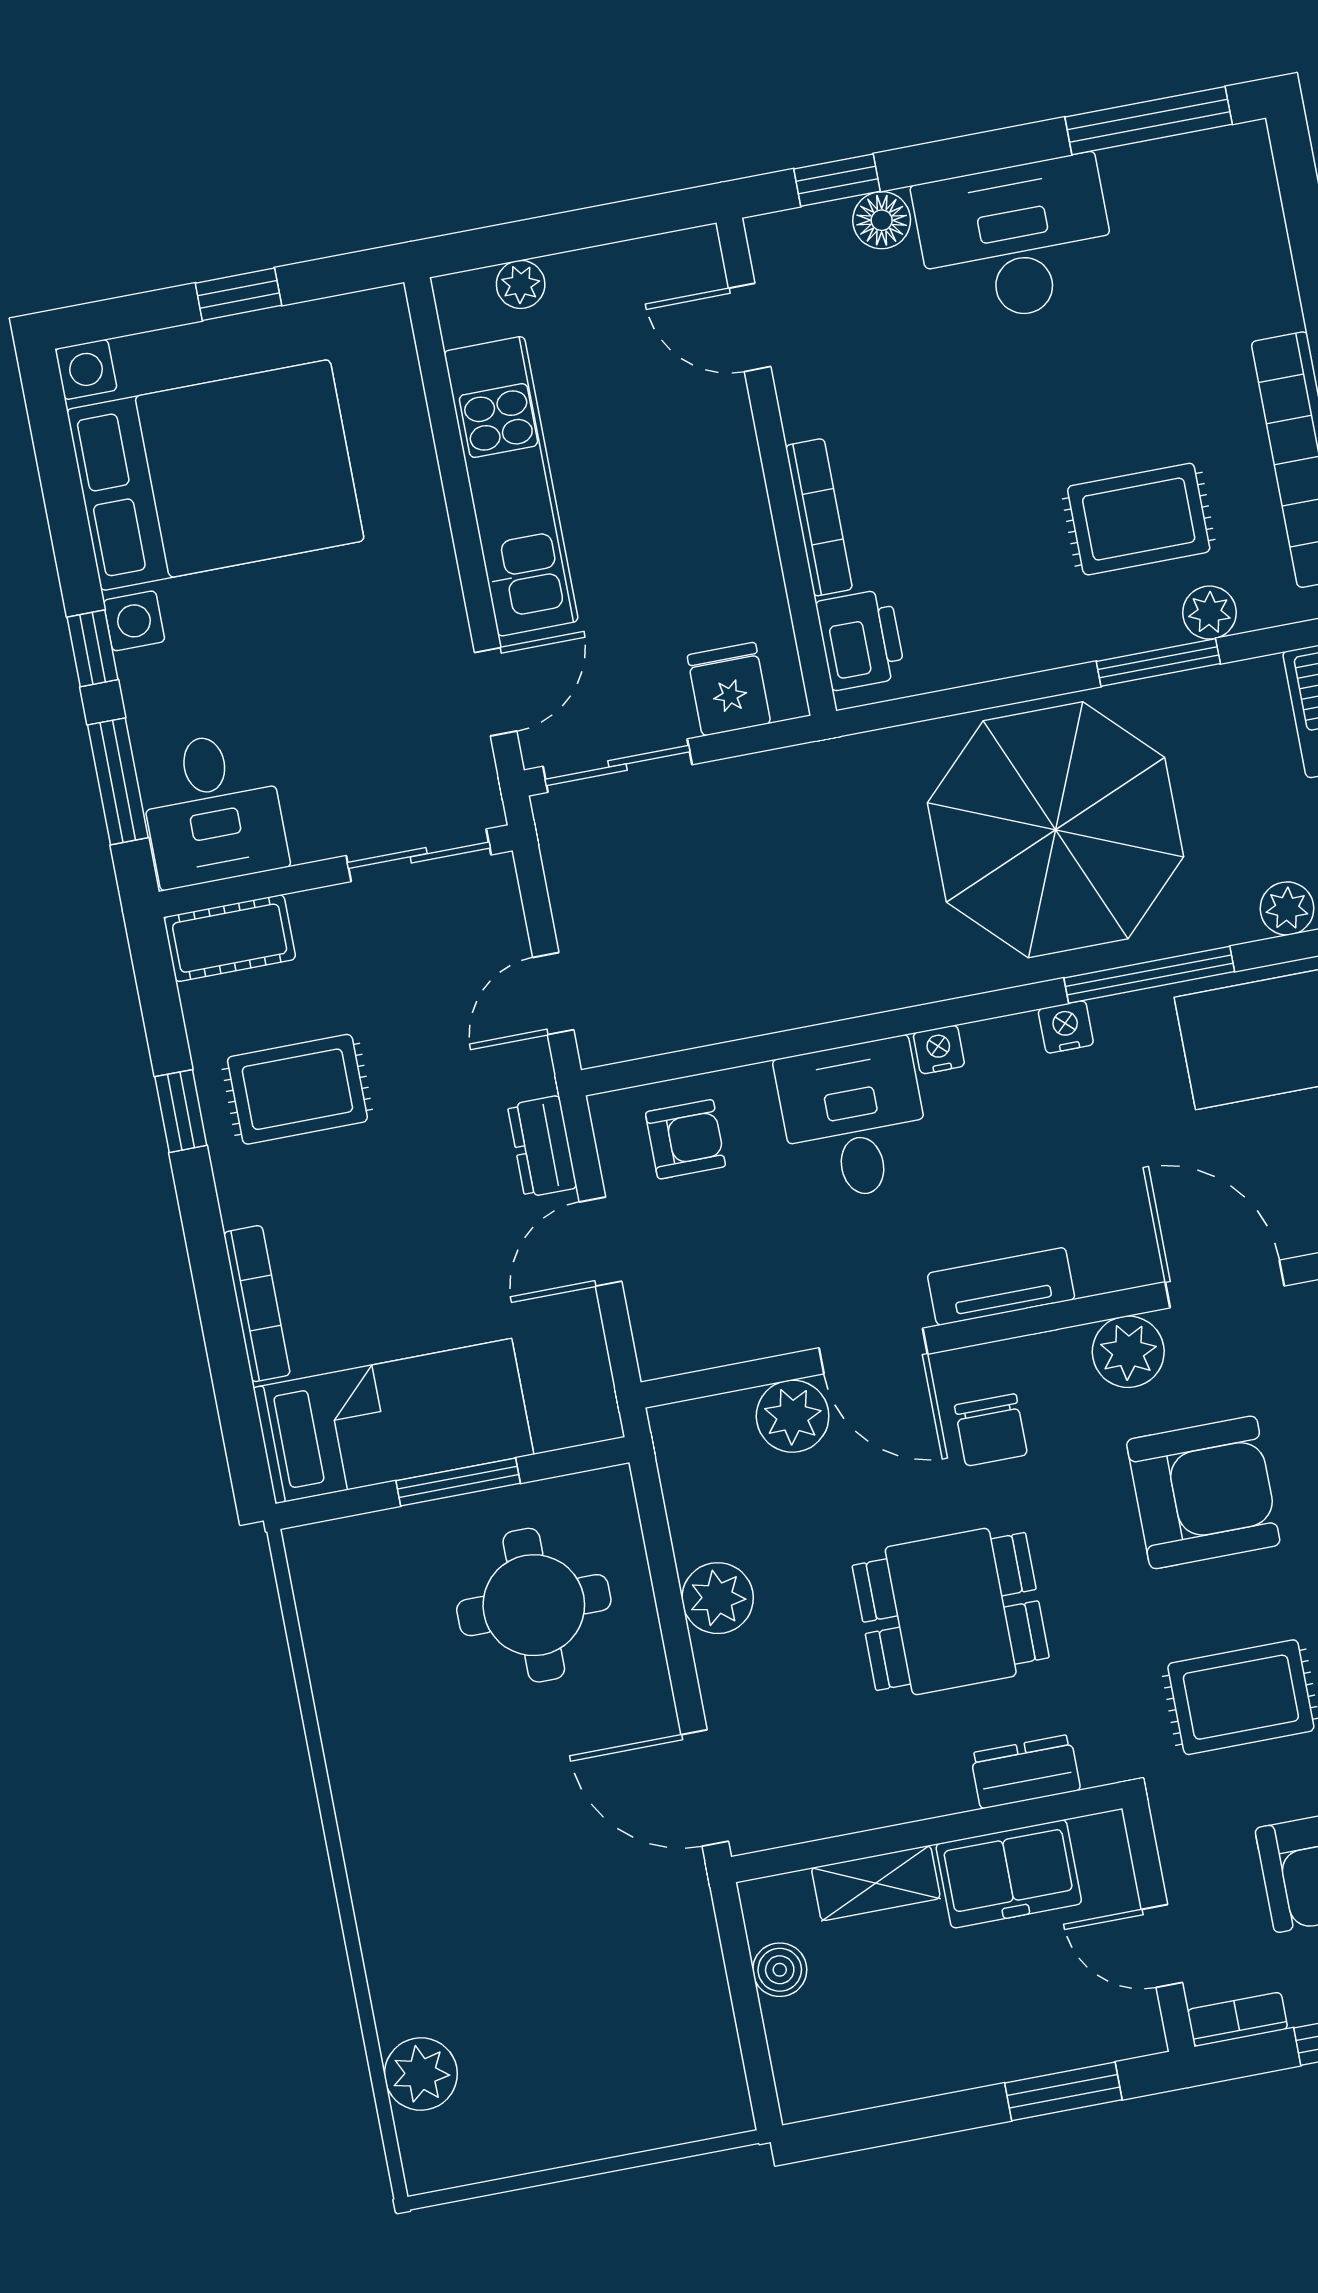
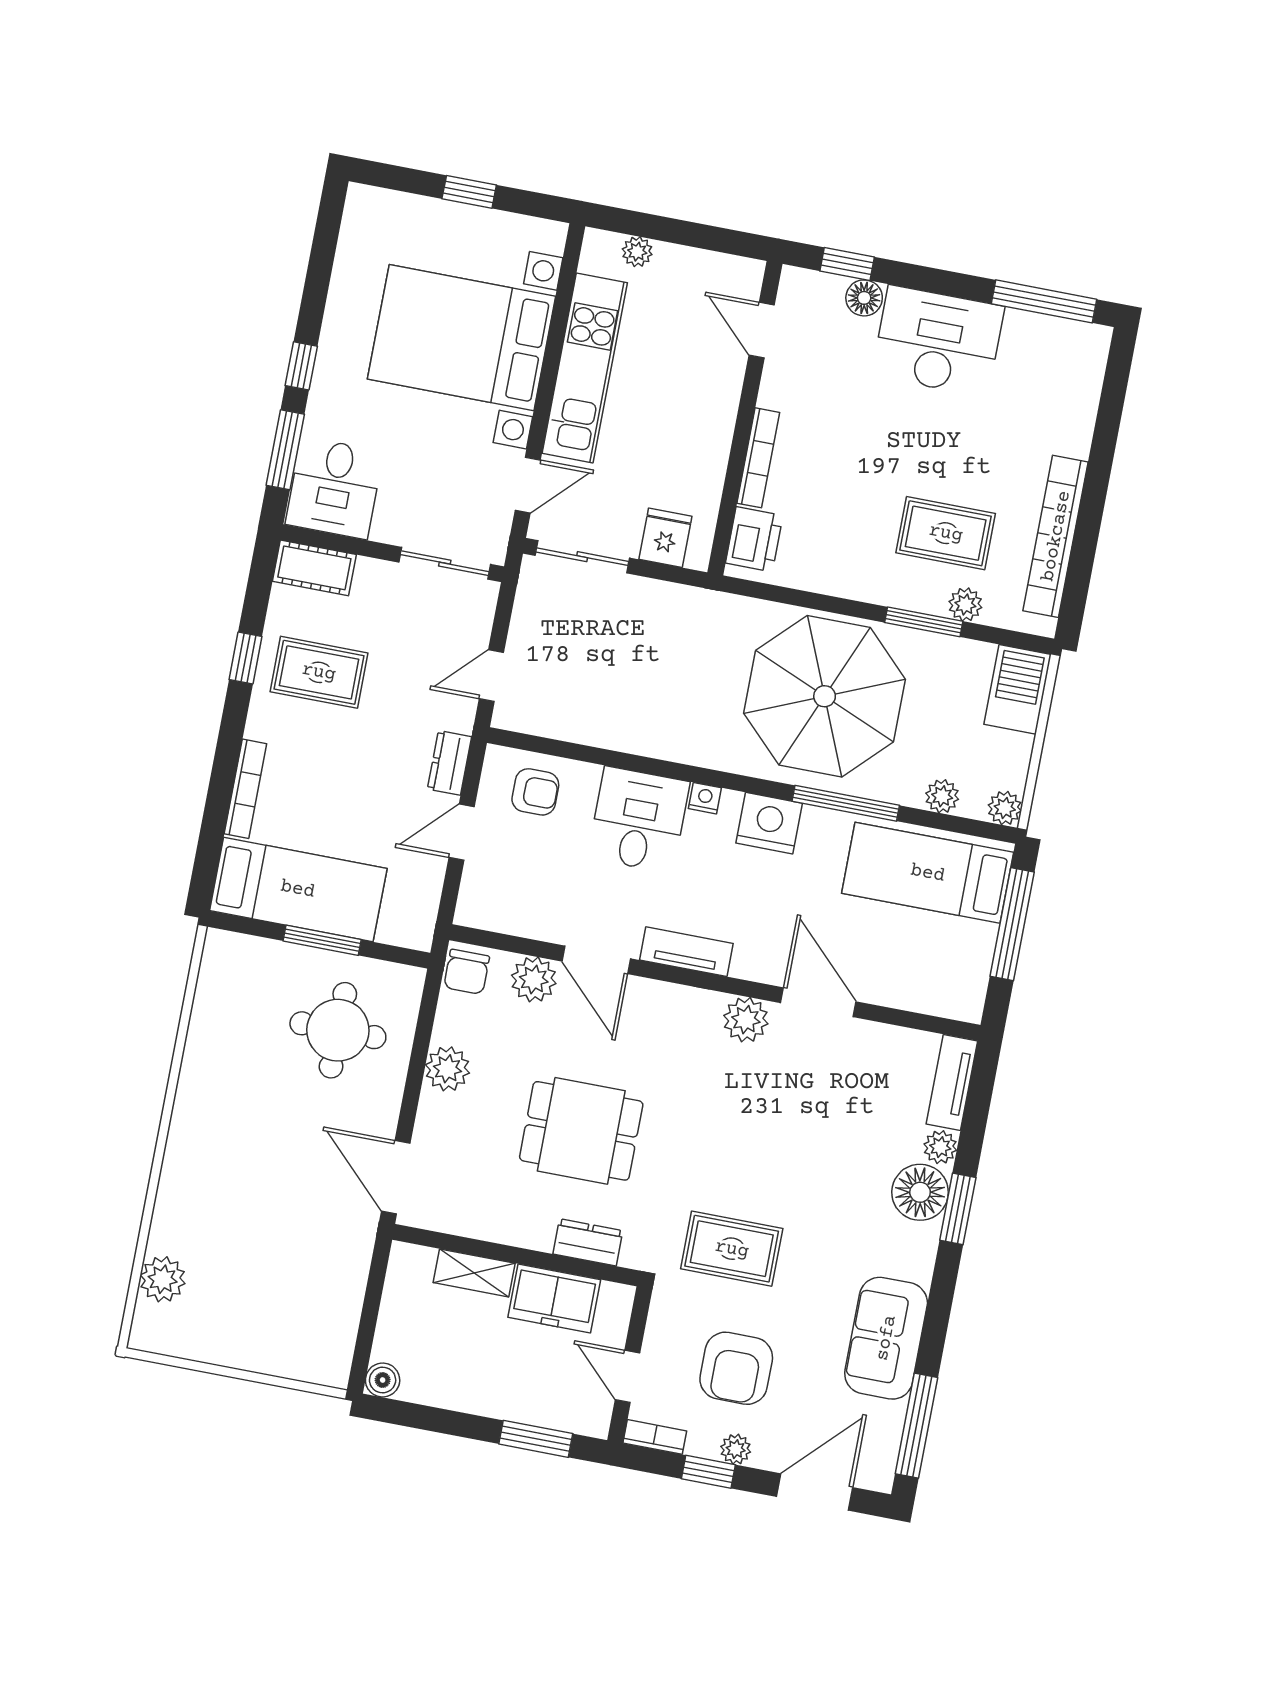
bed with nightstands: (215, 475) -> (462, 338), moved, turned 180
nightstand: (1066, 1027) -> (769, 823), width x1.89, depth x1.79
chair: (991, 1430) -> (467, 972), moved
armchair: (1203, 1492) -> (757, 1120), removed
boiler: (780, 1970) -> (383, 1380), moved

